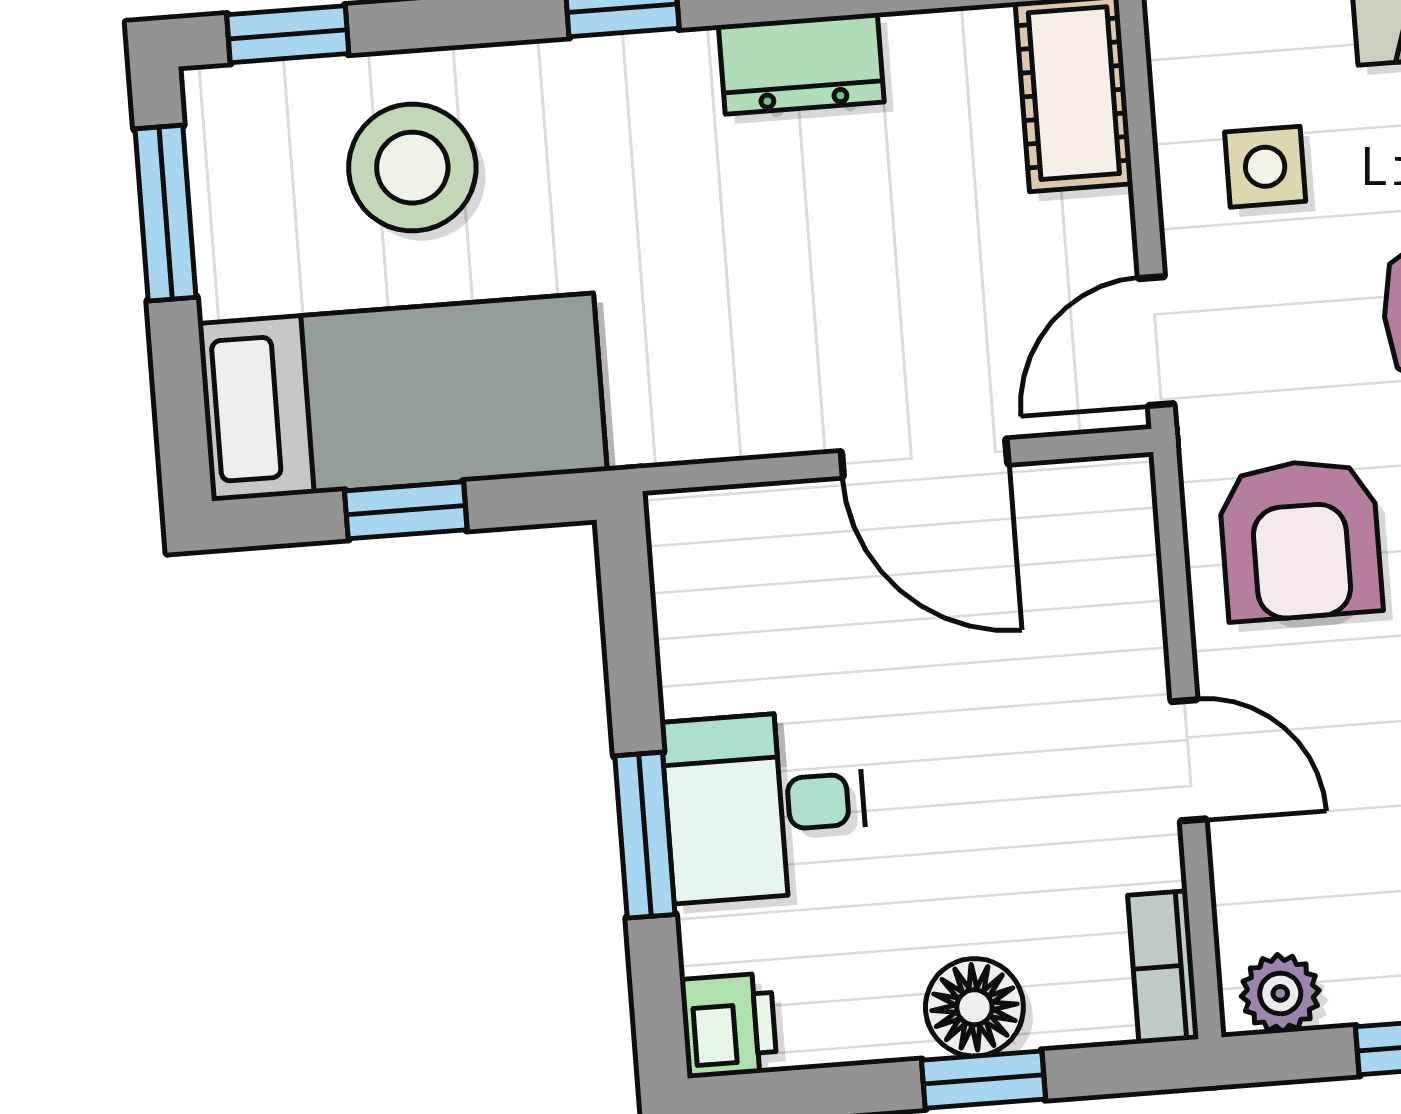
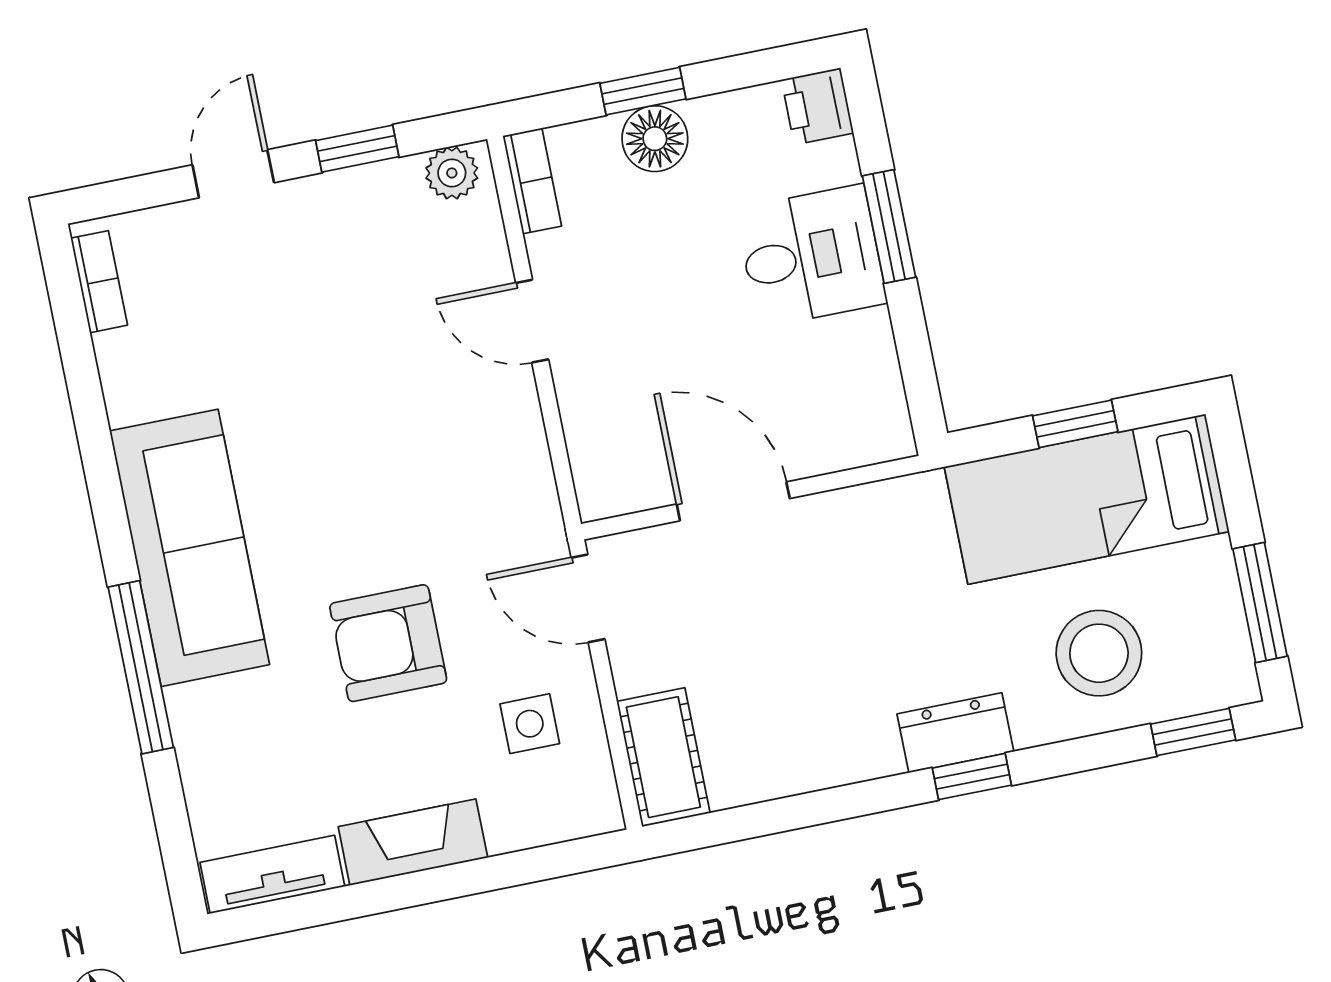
dresser: (801, 64) -> (955, 733), moved
door: (1156, 341) -> (588, 598), swing flipped
armchair: (1300, 540) -> (476, 478), removed

